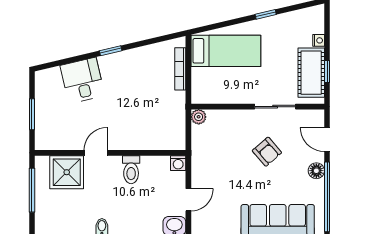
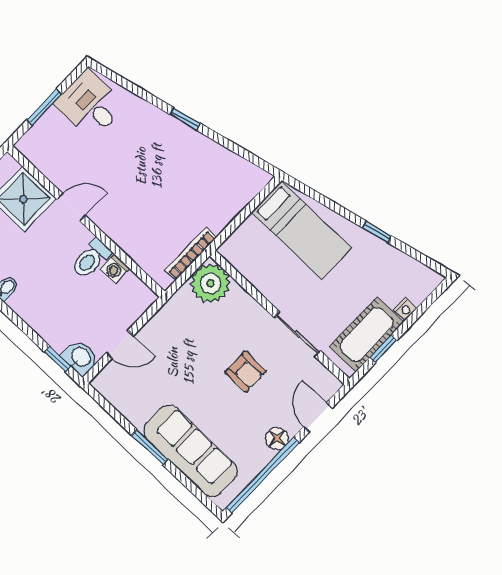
bookcase: (180, 69) -> (190, 254), moved
desk: (82, 81) -> (90, 105), moved, turned -77
plant: (199, 117) -> (210, 283), width x1.88, depth x1.88
armchair: (267, 152) -> (246, 372), turned -49
washing machine: (178, 163) -> (115, 269), moved

